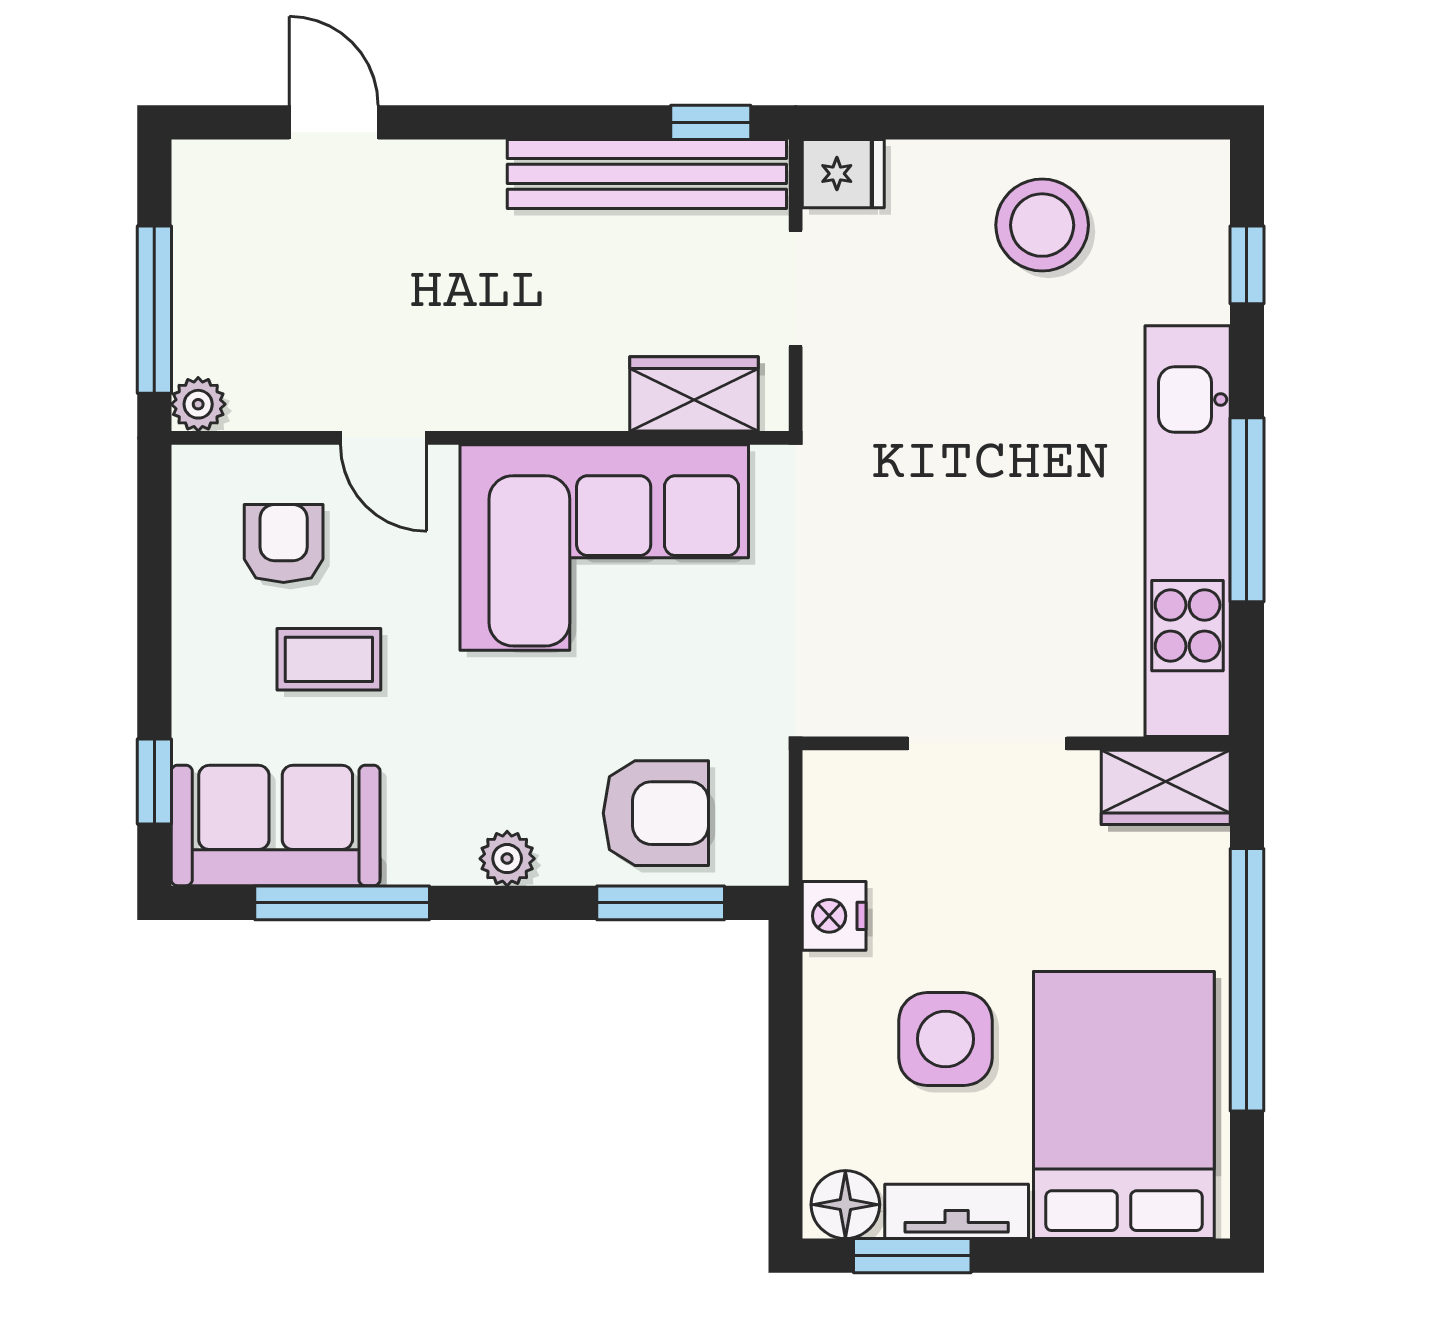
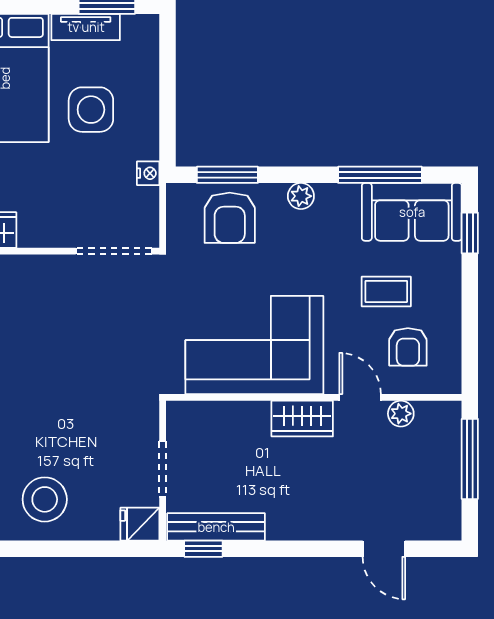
bench: (647, 174) -> (216, 527), width x0.73, depth x0.82
wardrobe: (694, 394) -> (302, 419), moved
plant: (198, 404) -> (401, 414), moved
doorway: (987, 743) -> (114, 251), moved
armchair: (656, 813) -> (230, 218), turned -90
nightstand: (834, 916) -> (148, 173), width x0.72, depth x0.74
floor lamp: (845, 1205) -> (139, 30), removed

